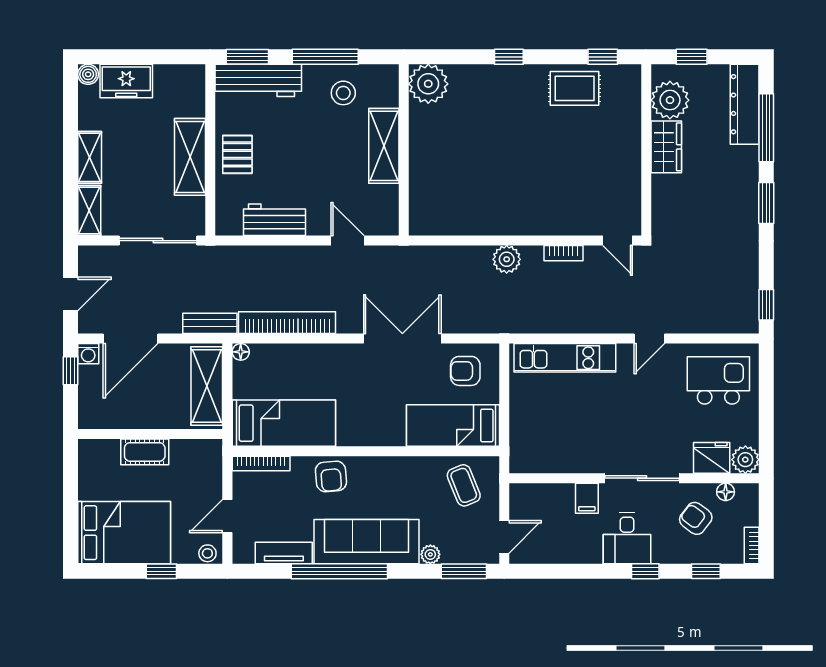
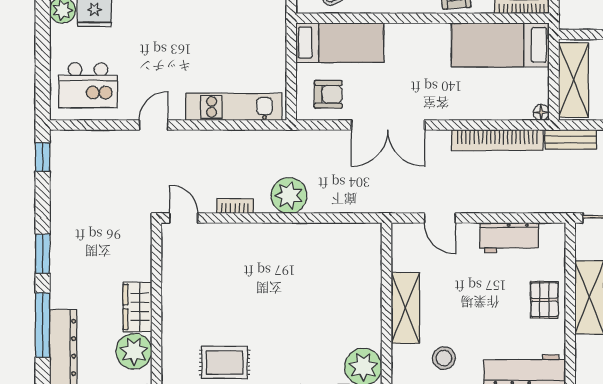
plant: (507, 259) -> (289, 196), width x1.36, depth x1.36

